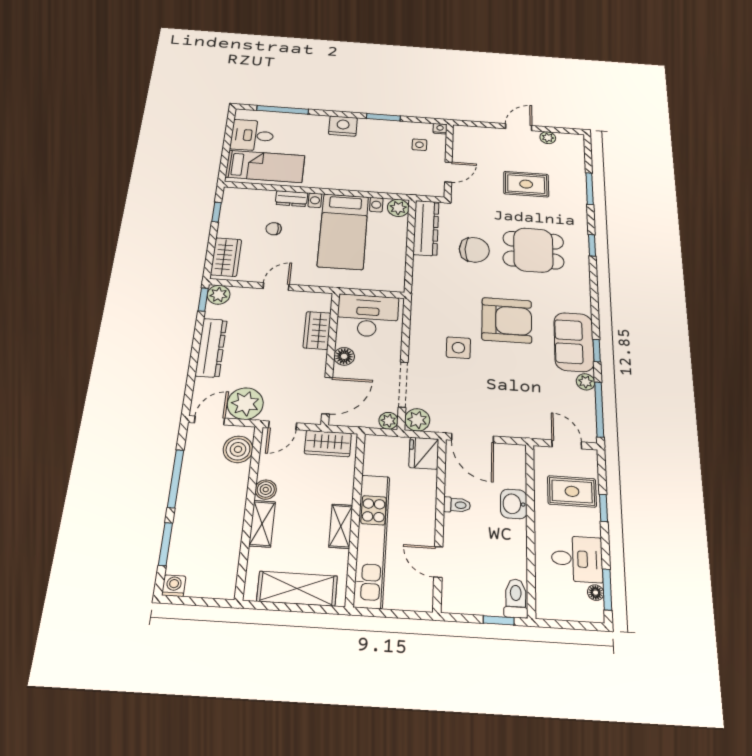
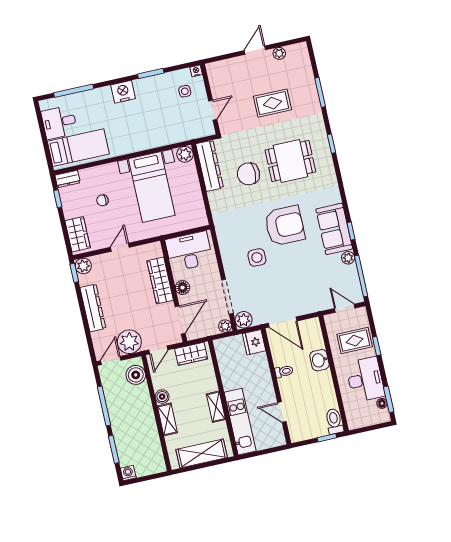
dresser: (291, 199) -> (68, 179), moved
chair: (474, 250) -> (248, 174), turned 180
wardrobe: (317, 330) -> (160, 281), width x1.50
kitchen unit: (372, 540) -> (240, 422), width x0.73
desk: (577, 559) -> (365, 380), width x1.37

